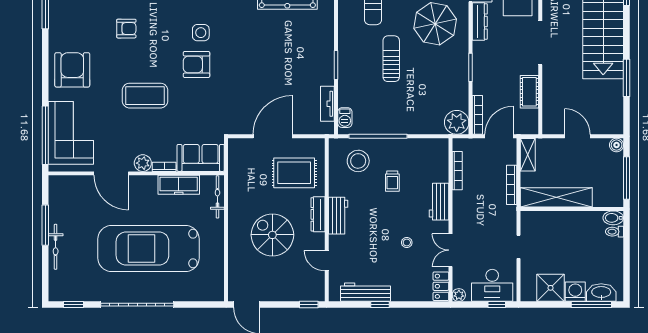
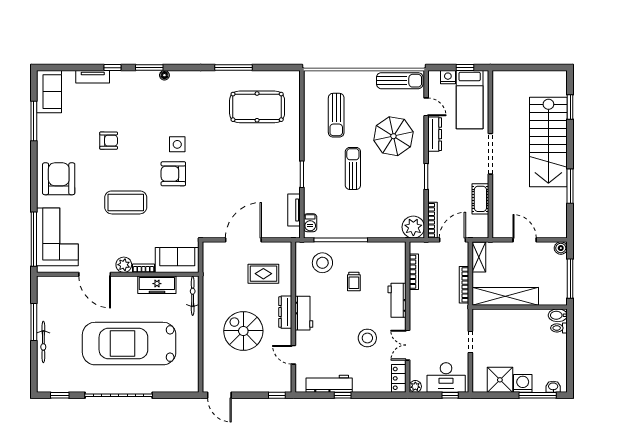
rug: (294, 173) -> (263, 274), width x0.73, depth x0.70
stool: (407, 243) -> (367, 338), width x1.89, depth x1.89
washbasin: (601, 293) -> (553, 387), width x0.52, depth x0.69

